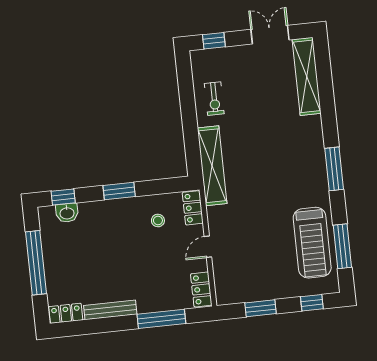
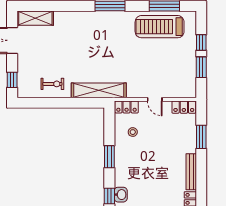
shelving: (307, 76) -> (35, 18), width x0.68
treadmill: (312, 243) -> (160, 27), turned 180
window: (312, 303) -> (201, 43), moved
window: (161, 319) -> (201, 137), width x0.69

